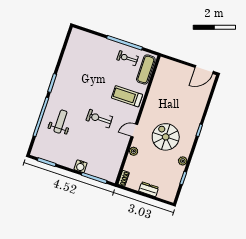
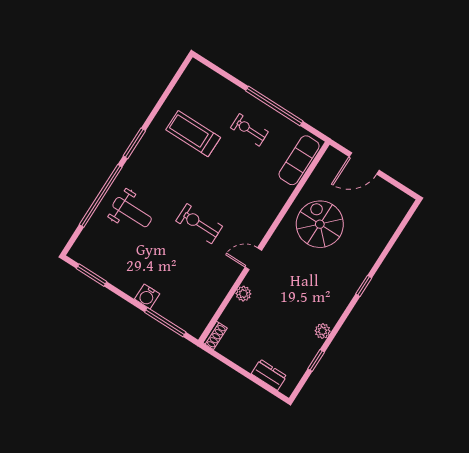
exercise bike: (128, 58) -> (249, 130), moved
door: (204, 69) -> (364, 163), moved
treadmill: (127, 96) -> (193, 134), moved
weight bench: (60, 122) -> (132, 212), turned 90
spiral stairs: (166, 137) -> (320, 224), moved
dresser: (149, 189) -> (269, 375), moved

